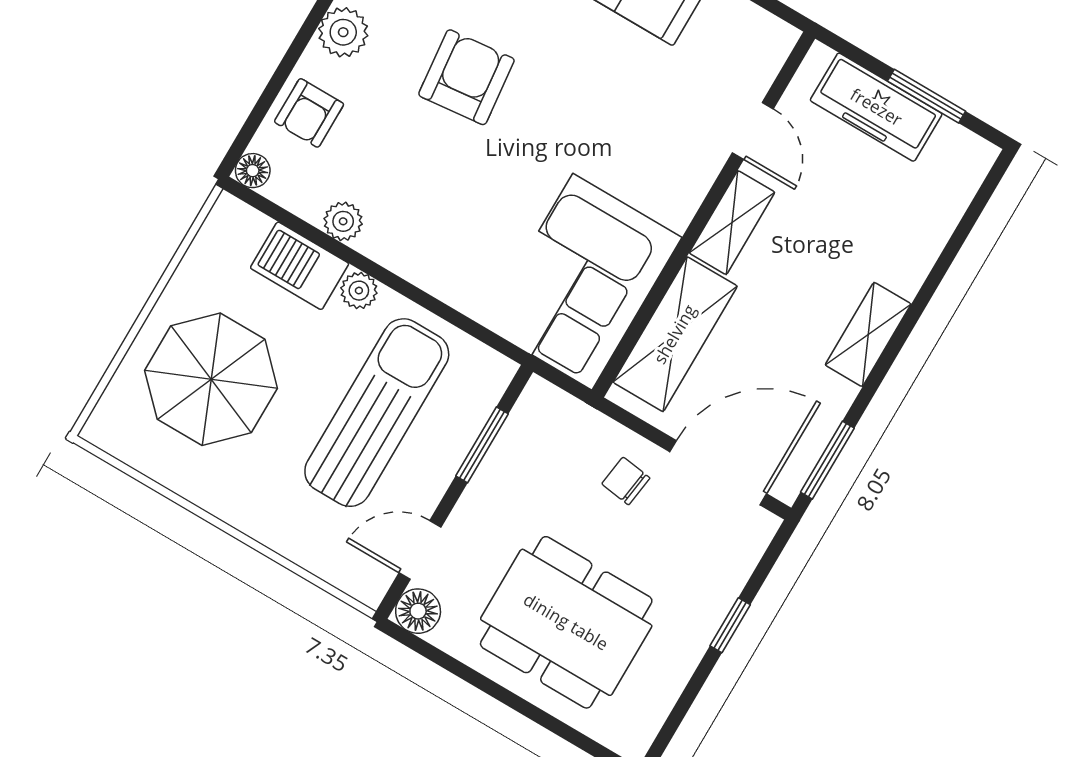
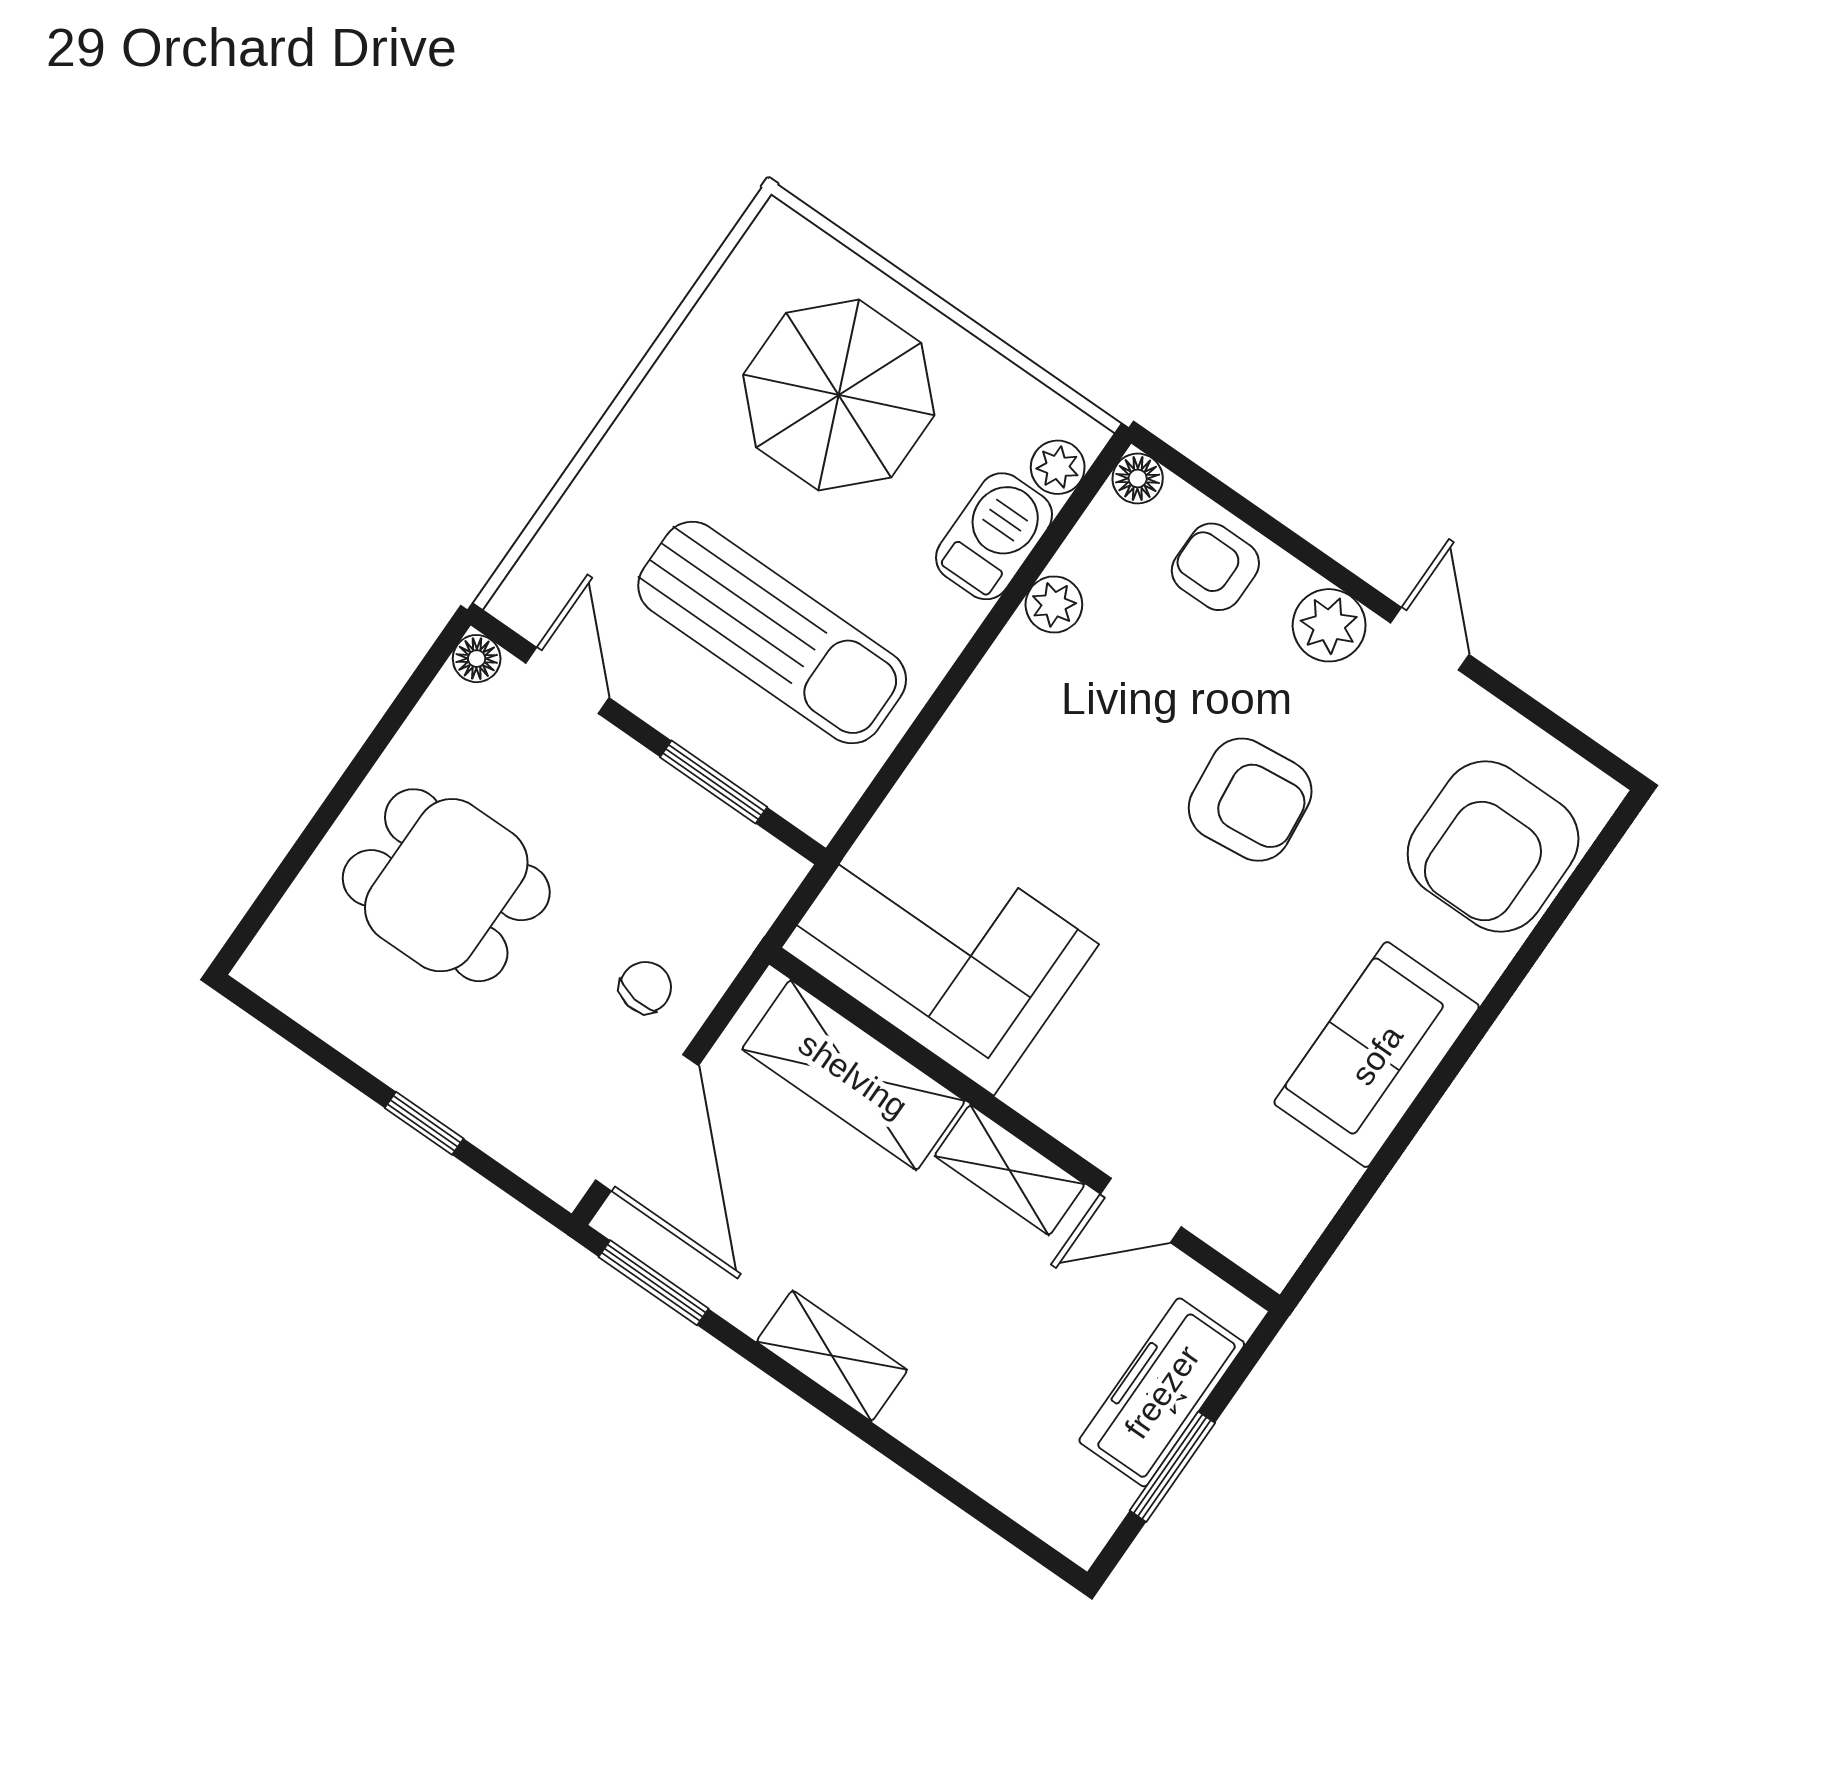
plant: (359, 291) -> (1058, 467), moved
floor lamp: (418, 611) -> (477, 659), width x0.73, depth x0.73
dining table: (566, 622) -> (446, 885), width x0.73

